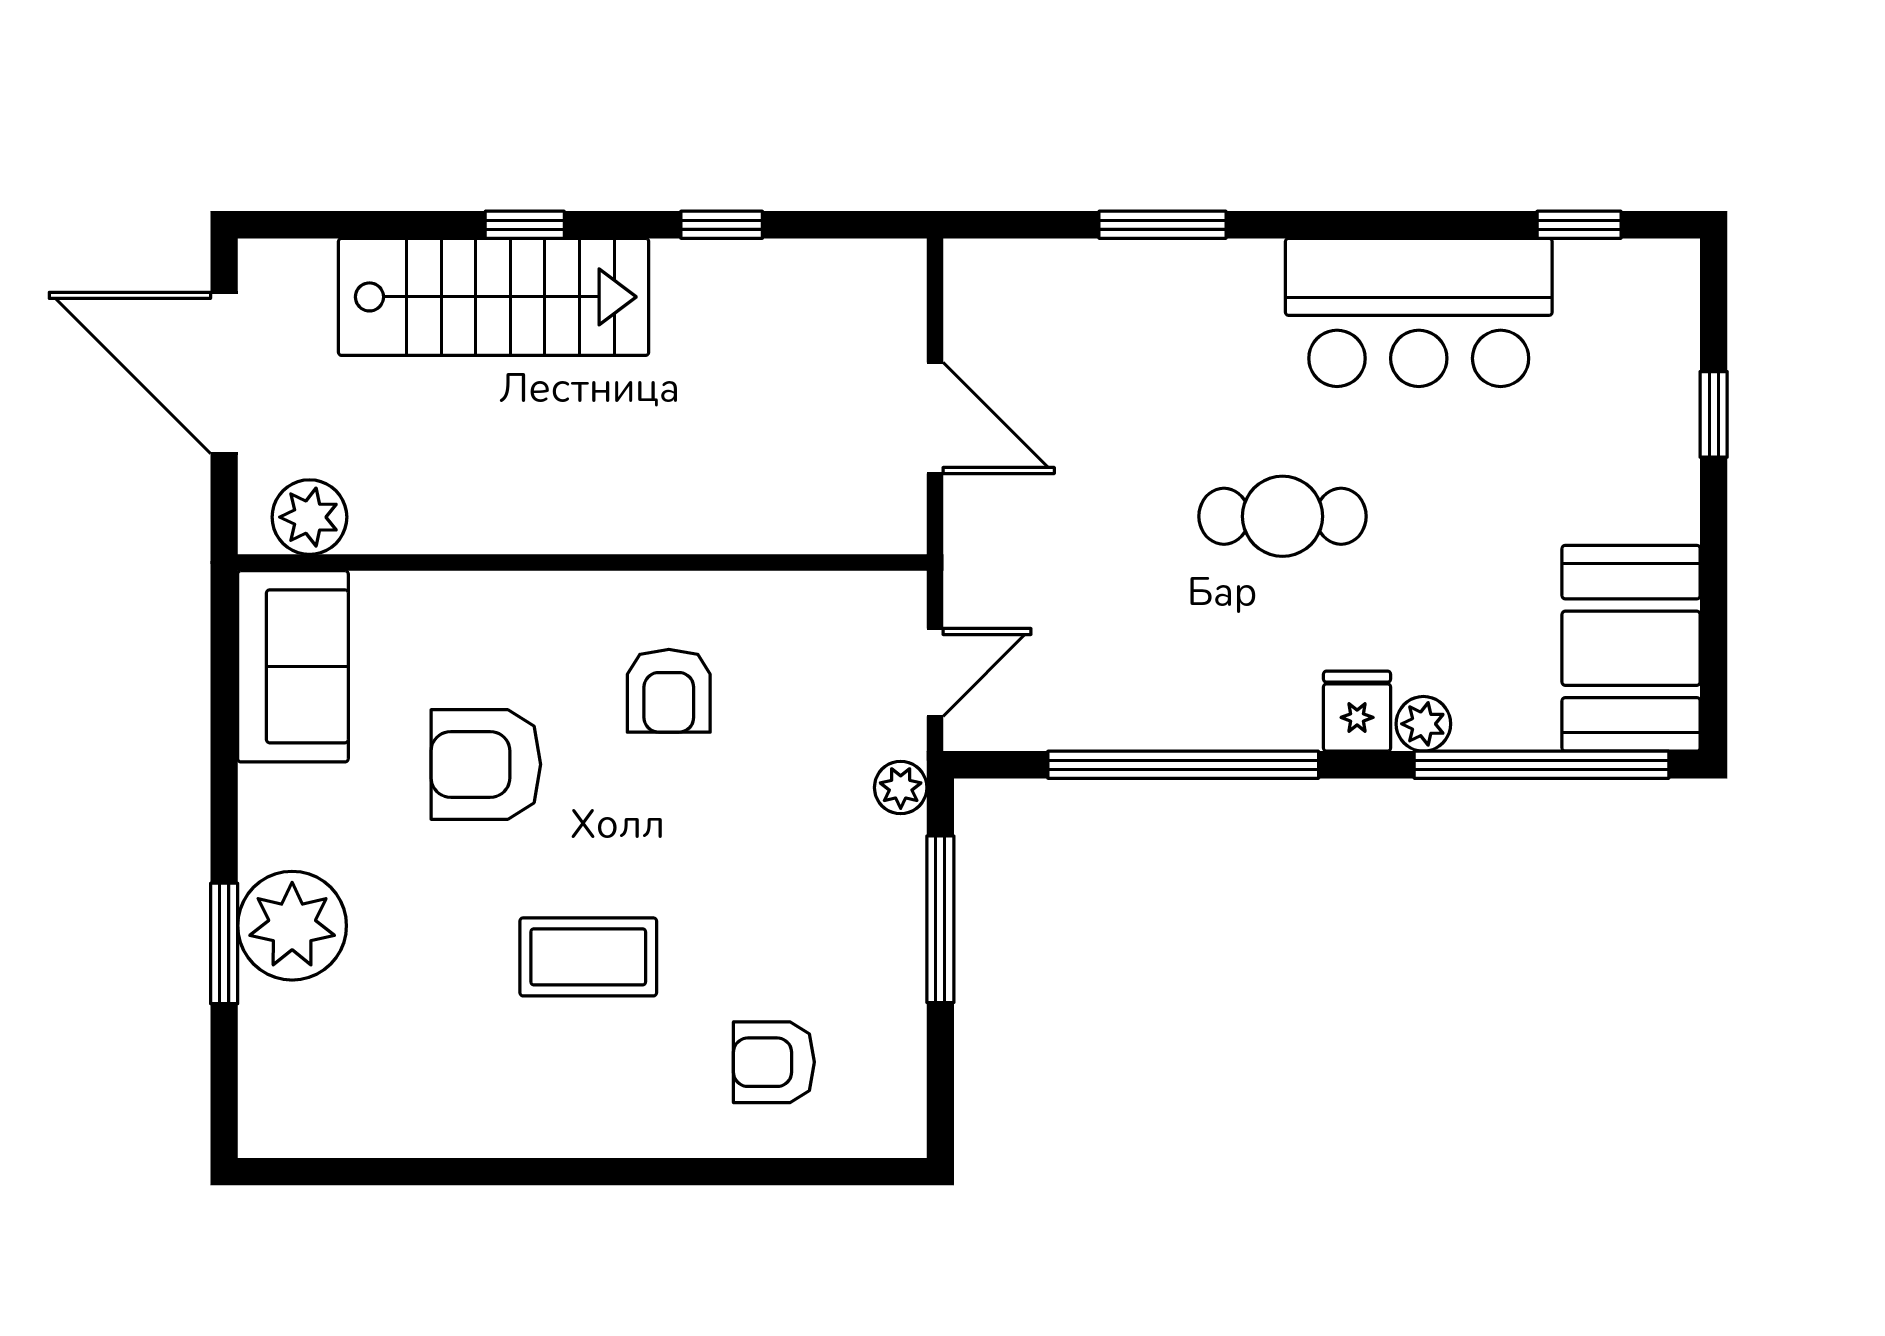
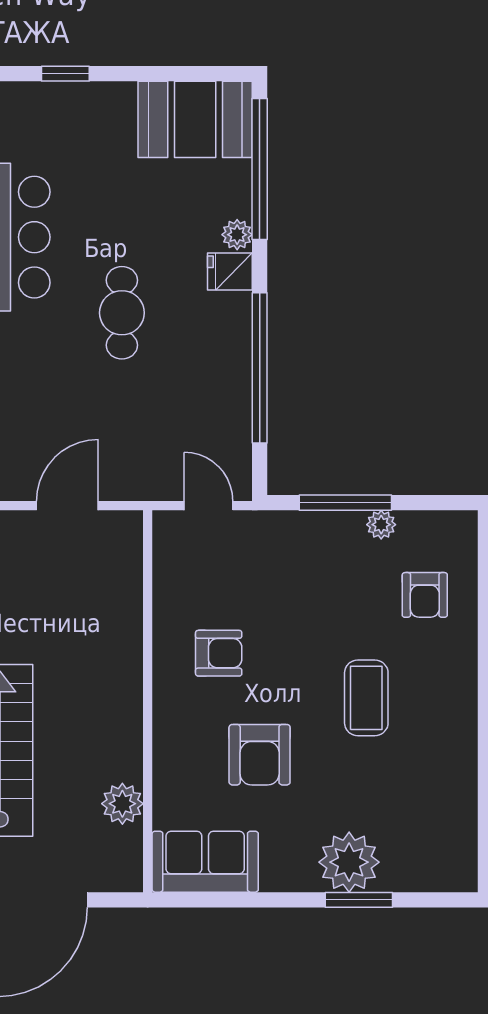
plant: (309, 517) -> (122, 804), moved
plant: (901, 788) -> (381, 525), moved

